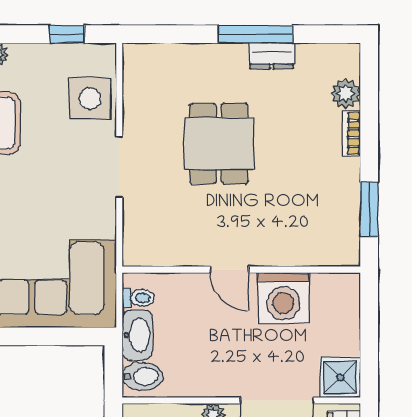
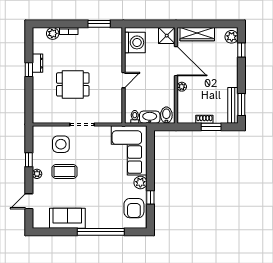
window: (67, 34) -> (29, 160), moved
window: (255, 34) -> (29, 70), width x0.46
side table: (90, 99) -> (61, 144), moved
washing machine: (283, 298) -> (135, 42), moved

